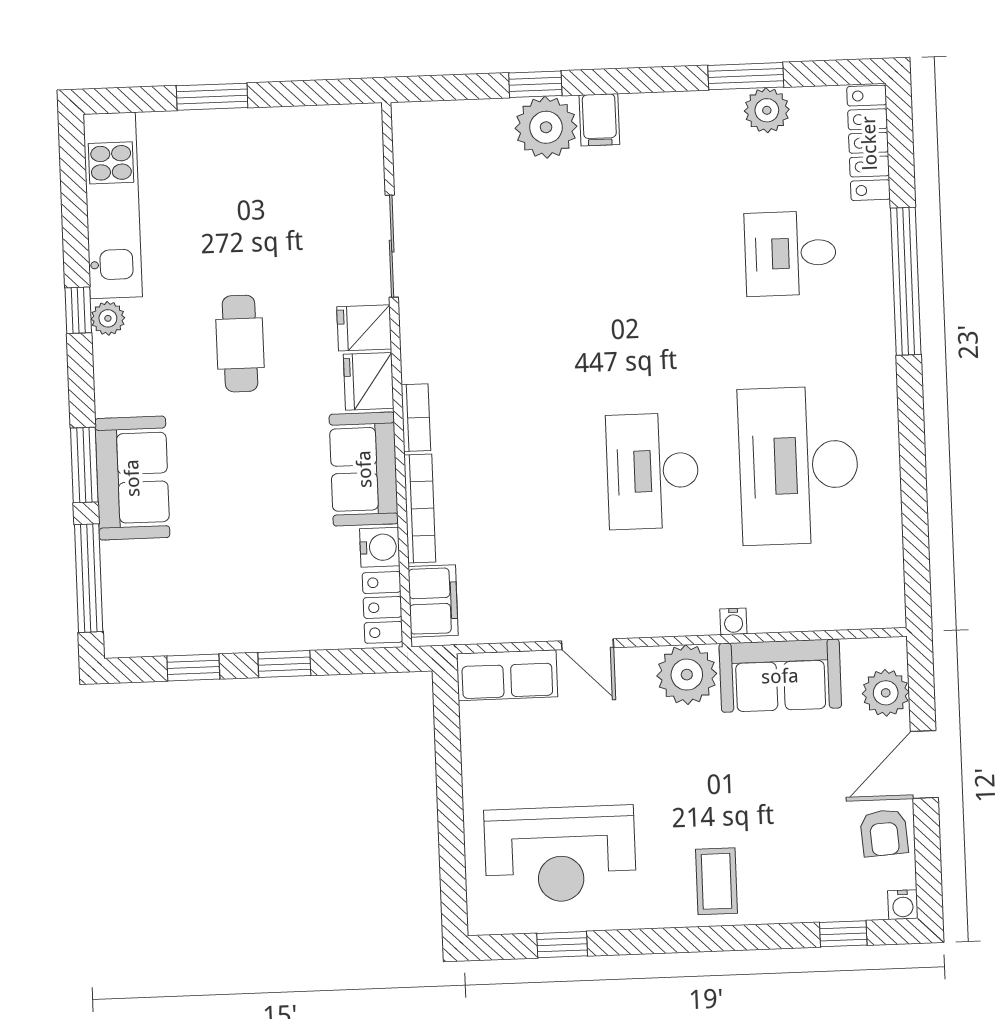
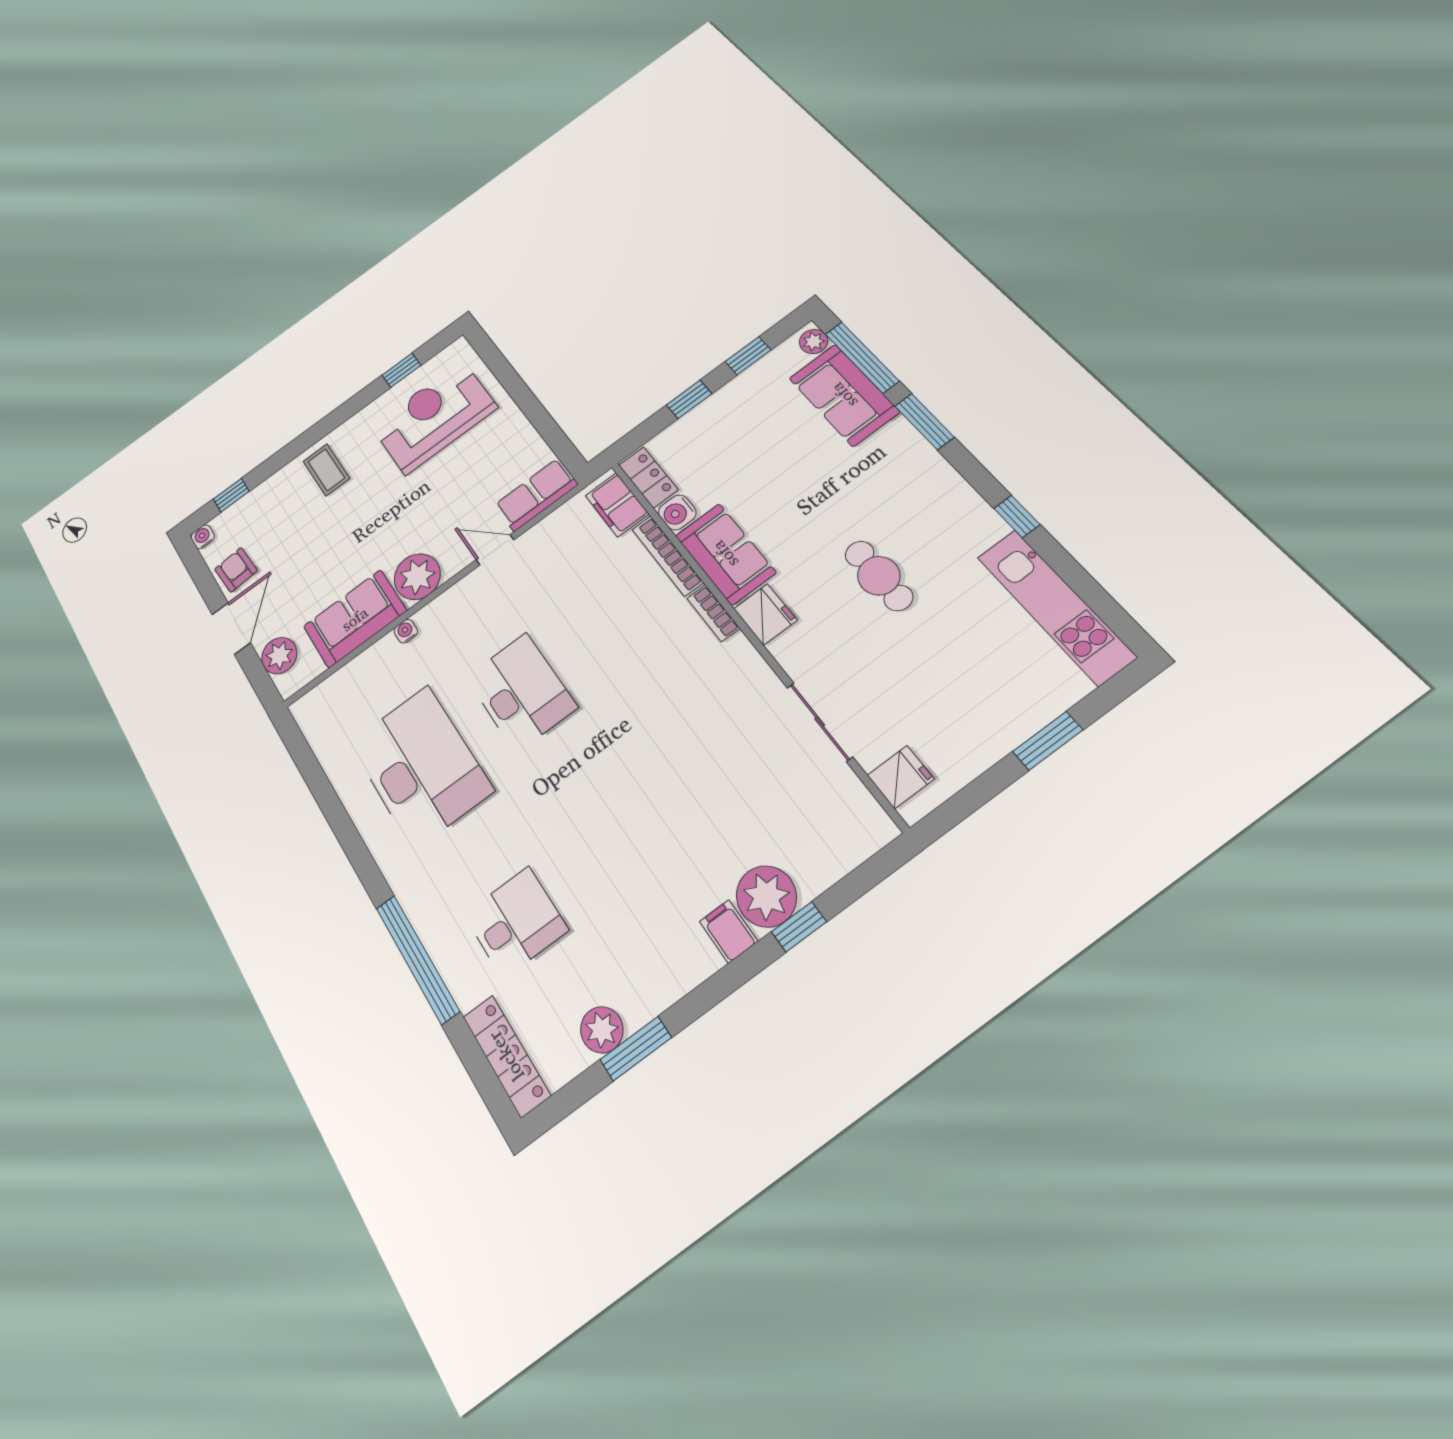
plant: (108, 318) -> (814, 342), moved
fridge: (364, 328) -> (901, 777), moved
sofa: (132, 478) -> (844, 395), moved

